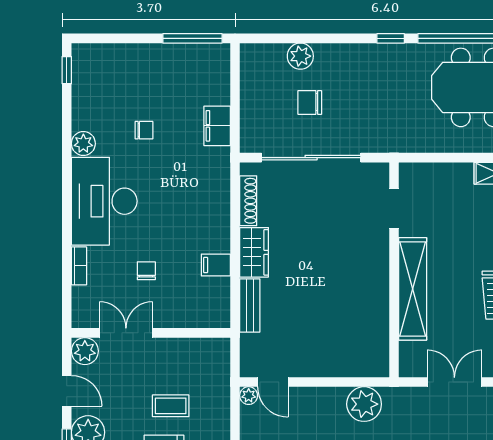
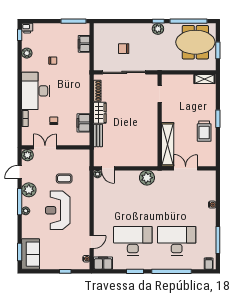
printer: (84, 55) -> (27, 28), added
plant: (300, 56) -> (158, 29), moved
filing cabinet: (217, 126) -> (84, 44), moved
plant: (83, 144) -> (27, 53), moved
filing cabinet: (216, 265) -> (83, 123), width x2.00
shelving: (413, 289) -> (168, 144), moved
door: (67, 391) -> (20, 172), swing flipped

